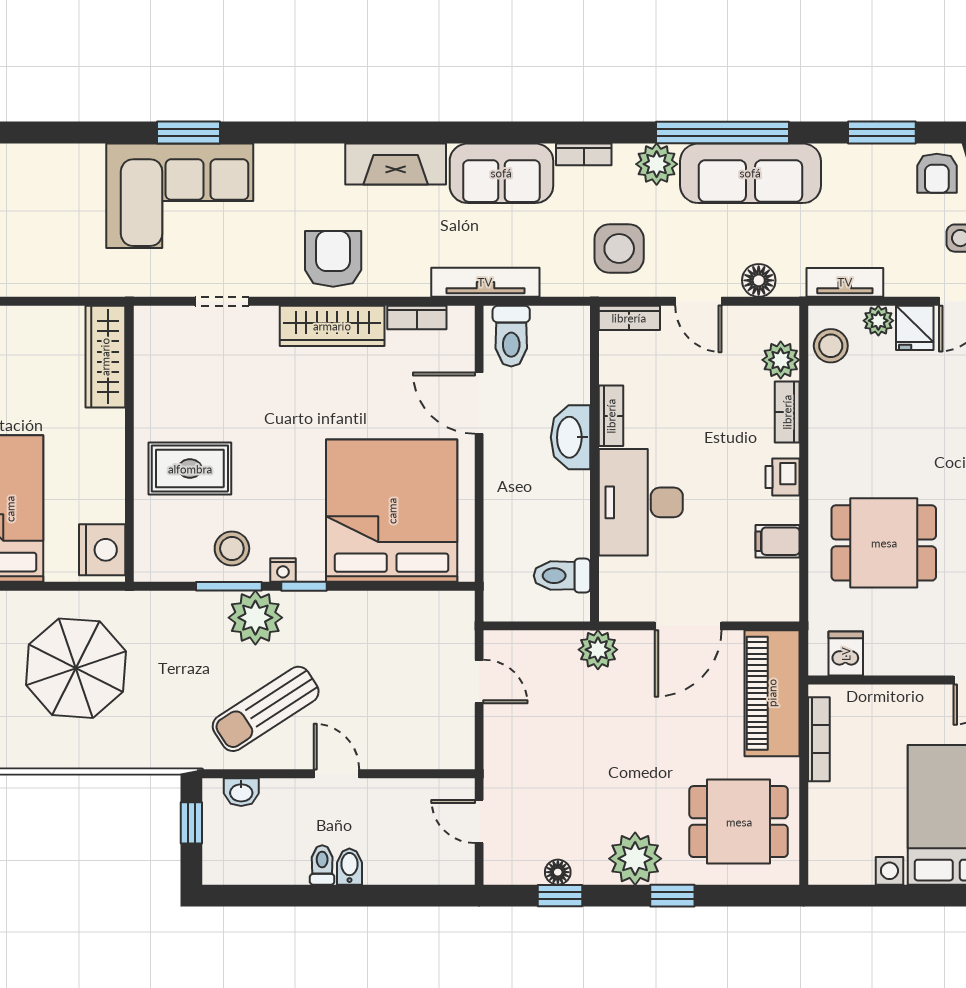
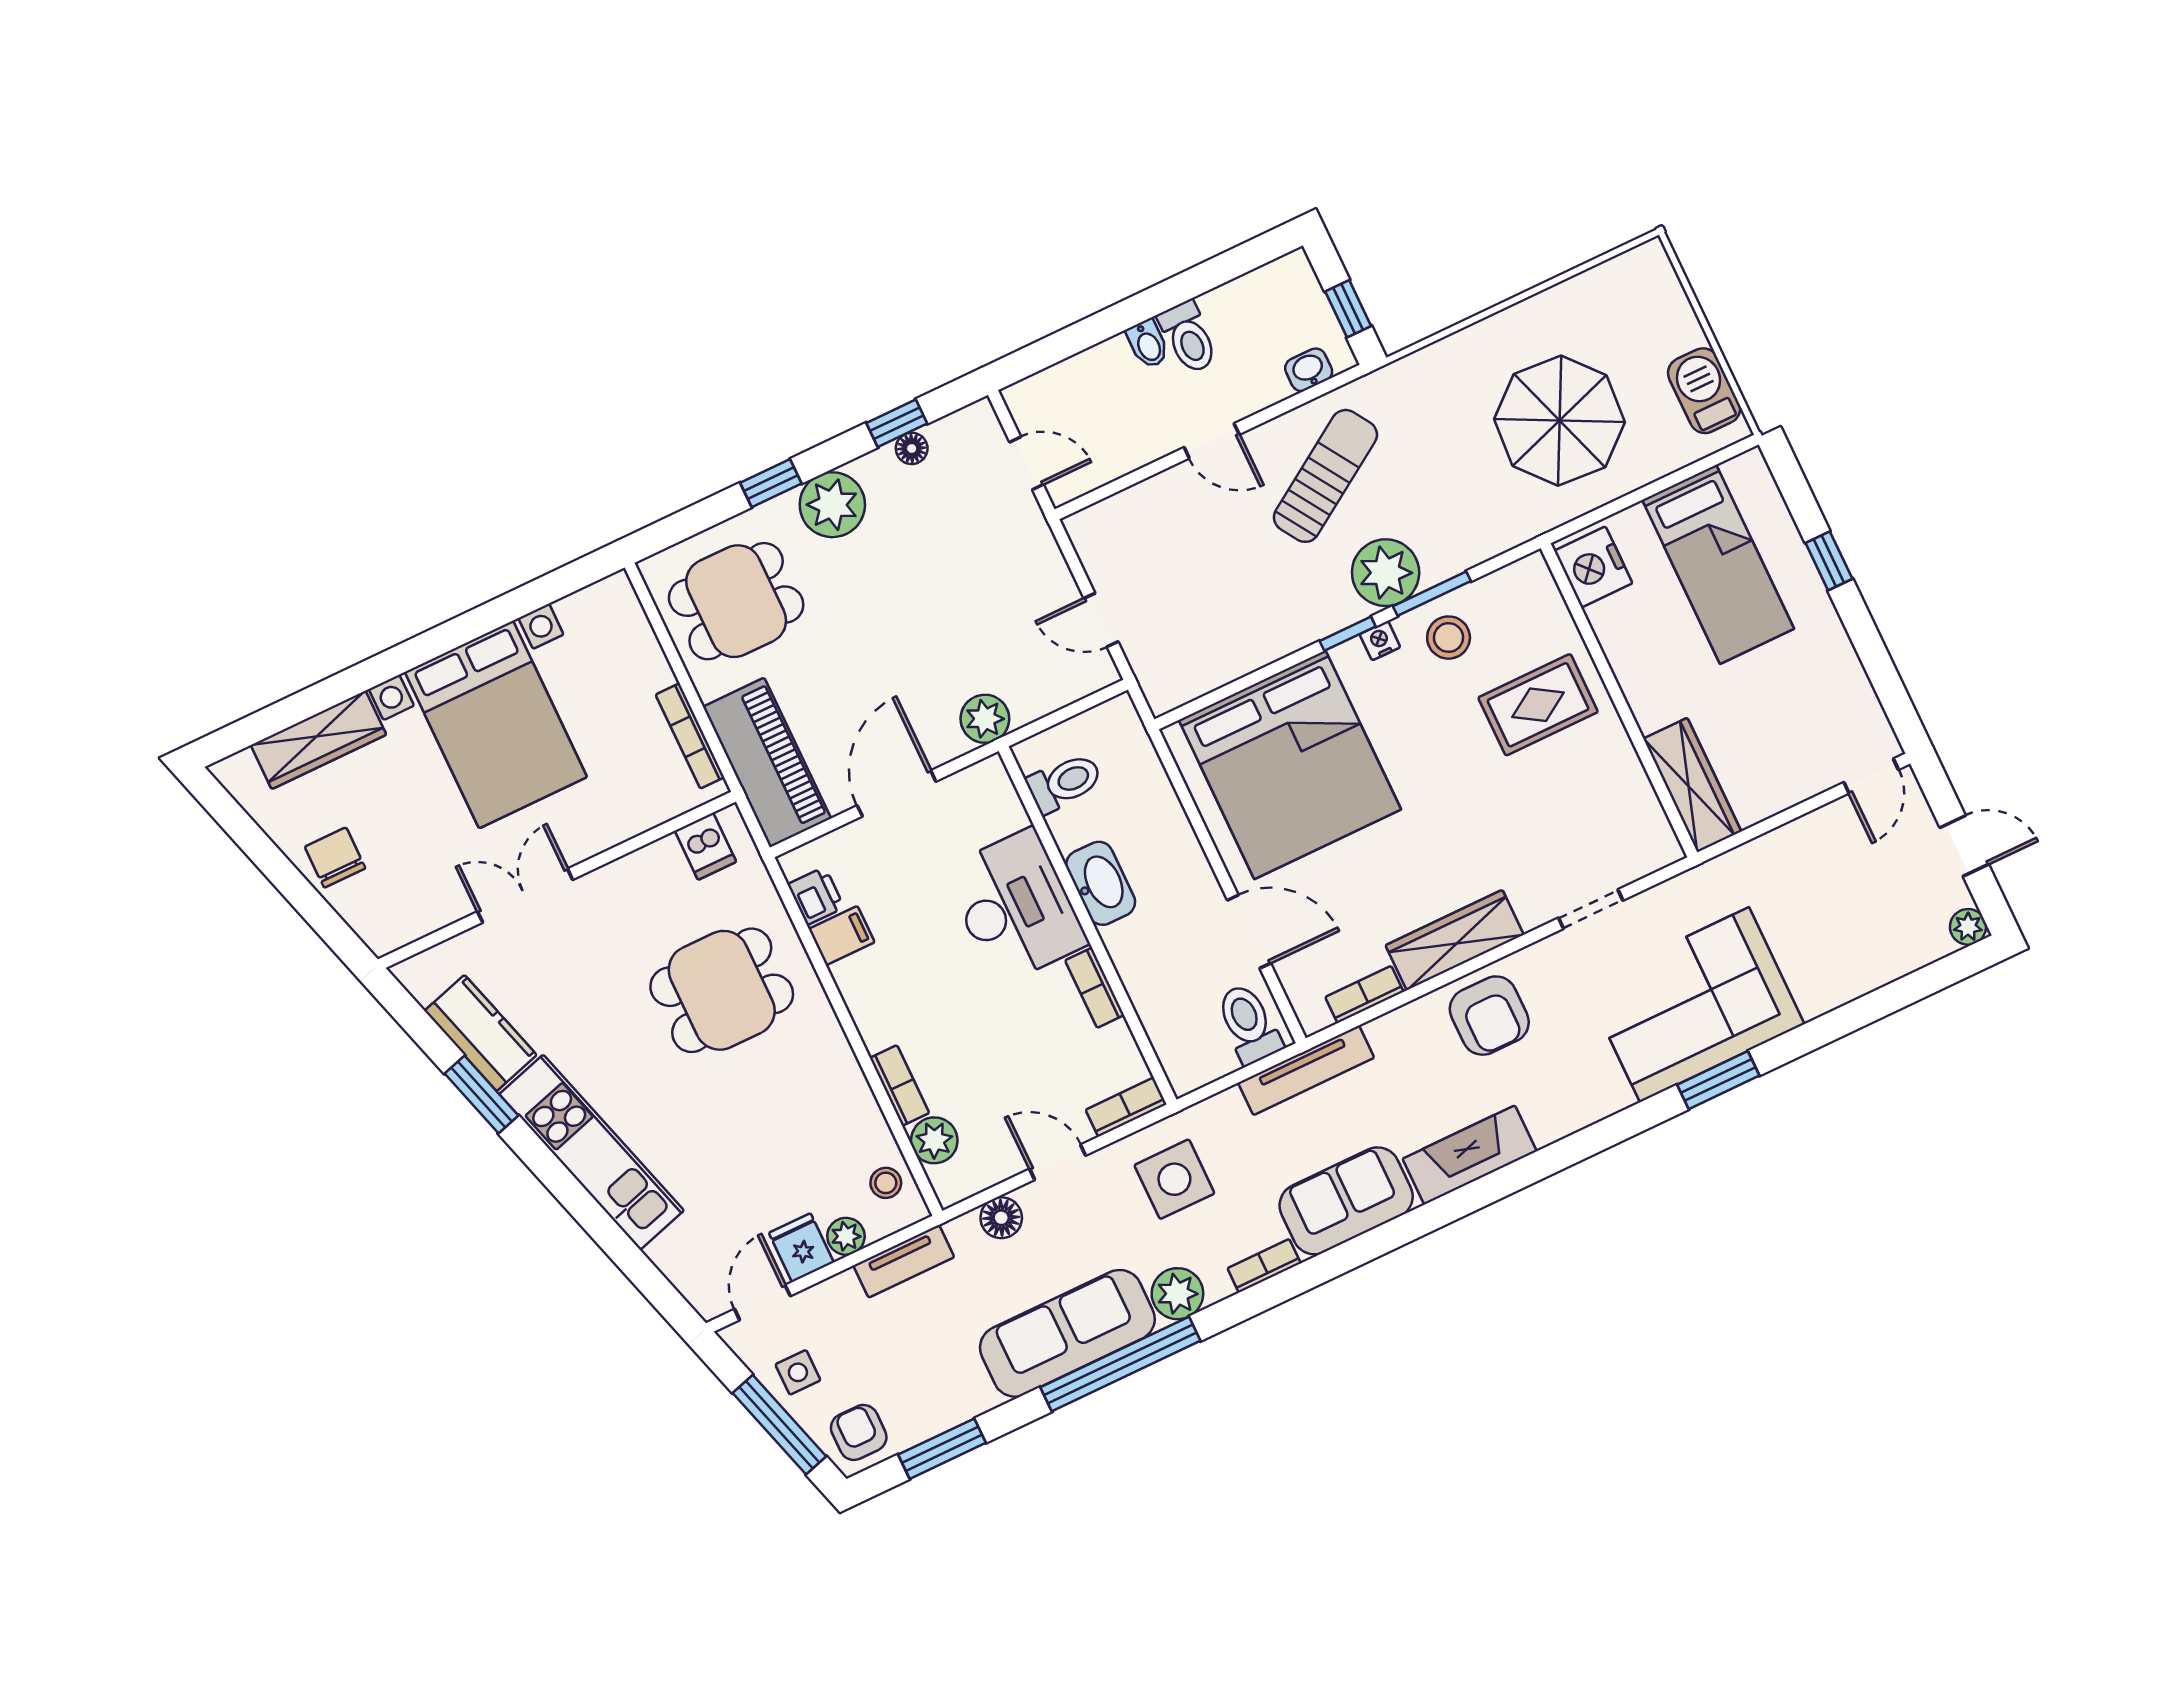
stool: (831, 346) -> (886, 1183), width x0.73, depth x0.73
washbasin: (571, 437) -> (1101, 883), moved
printer: (782, 477) -> (816, 896), moved
toilet: (322, 865) -> (1188, 337), width x1.37, depth x1.39

